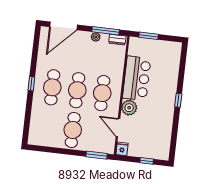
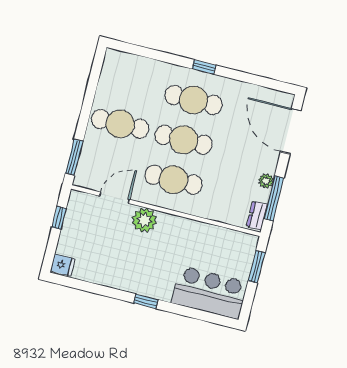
bar counter: (137, 78) -> (209, 293), moved, turned 180
fridge: (122, 149) -> (63, 265), moved
window: (147, 161) -> (59, 218), moved

